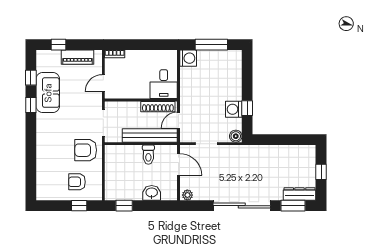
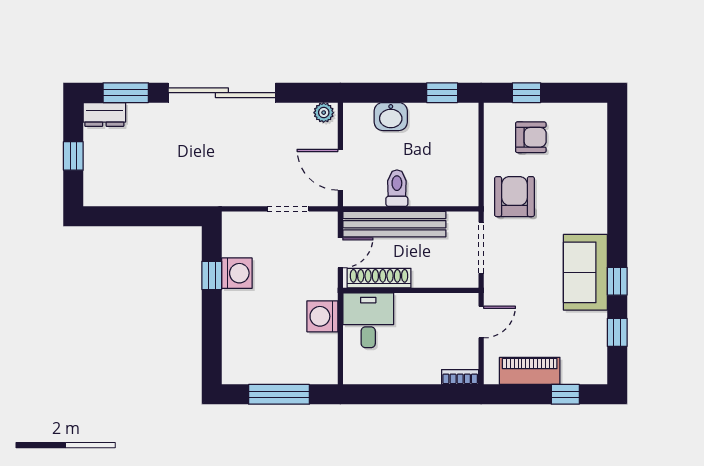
washing machine: (188, 58) -> (322, 316), moved
sofa: (48, 93) -> (585, 272), moved
boiler: (236, 136) -> (233, 223), removed
armchair: (86, 150) -> (514, 197), turned -90
dresser: (300, 194) -> (104, 114), width x0.70

